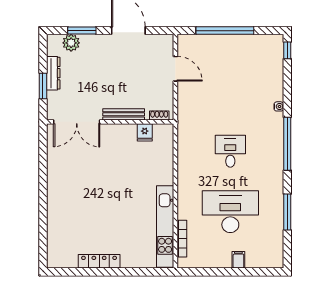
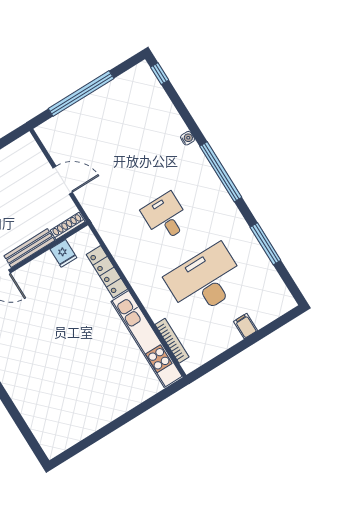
door: (175, 69) -> (63, 180), moved
shoe rack: (159, 115) -> (68, 226), width x1.43
locker: (99, 261) -> (107, 272), moved, turned -90

